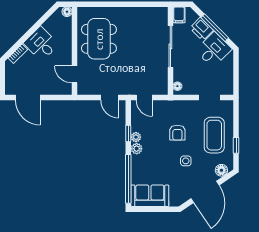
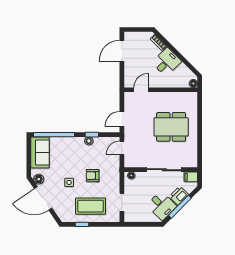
dining table: (99, 39) -> (171, 127), moved
plant: (137, 149) -> (79, 141), removed
floor lamp: (221, 170) -> (39, 179), moved

